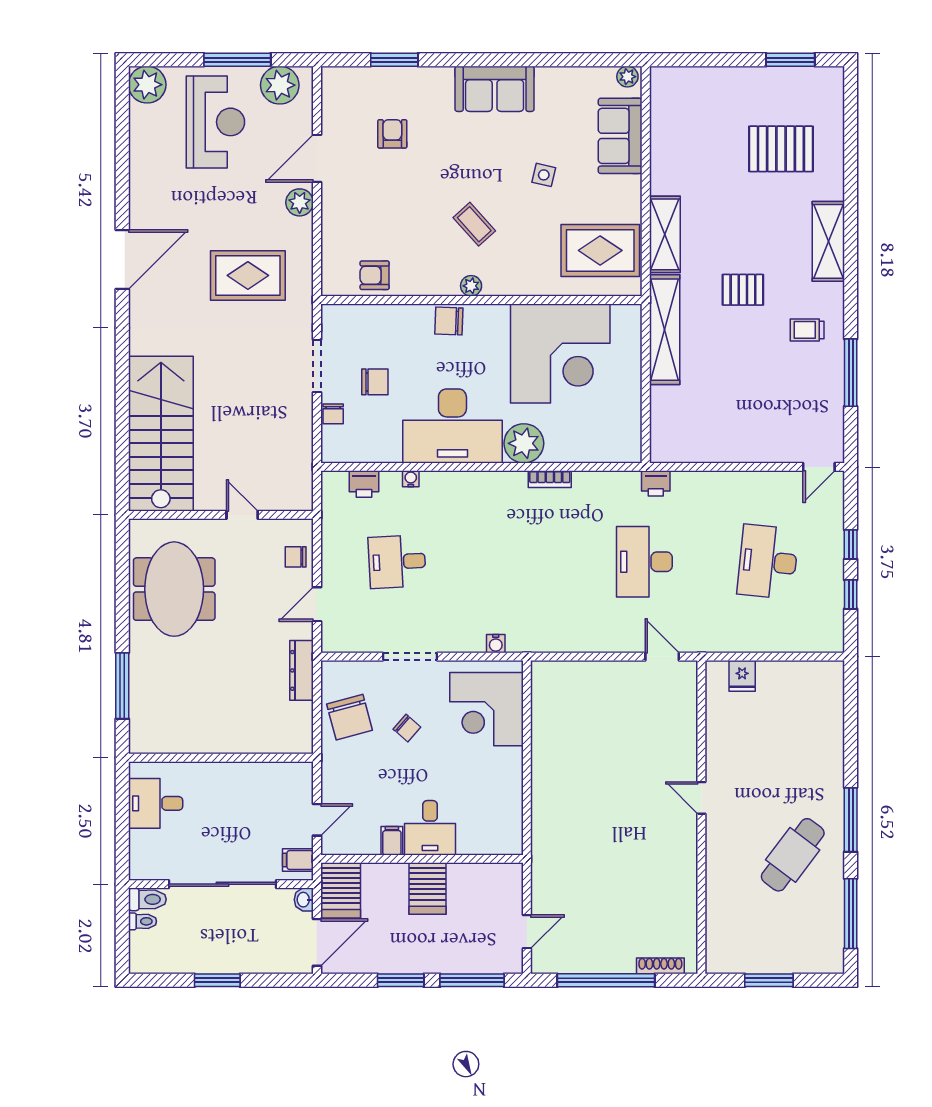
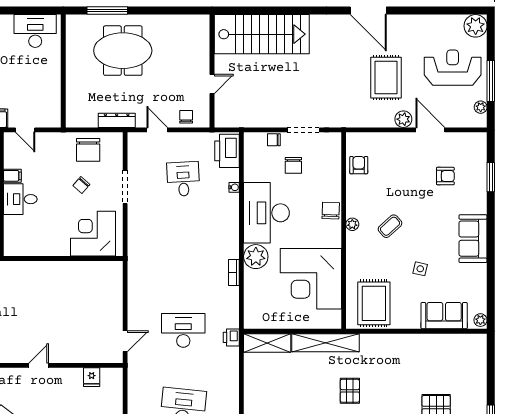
plant: (280, 85) -> (481, 107), width x0.53, depth x0.53
reception desk: (215, 122) -> (453, 68), turned 180
shelving: (665, 234) -> (267, 343), moved
rug: (248, 275) -> (386, 78), moved
printer: (364, 484) -> (227, 151), width x1.87, depth x1.48
meeting table: (174, 589) -> (123, 51), moved
water cooler: (496, 644) -> (133, 239), removed
fridge: (742, 676) -> (92, 377), moved, turned -90
chair: (350, 717) -> (88, 150), turned -75
desk: (156, 803) -> (35, 31), width x1.37

